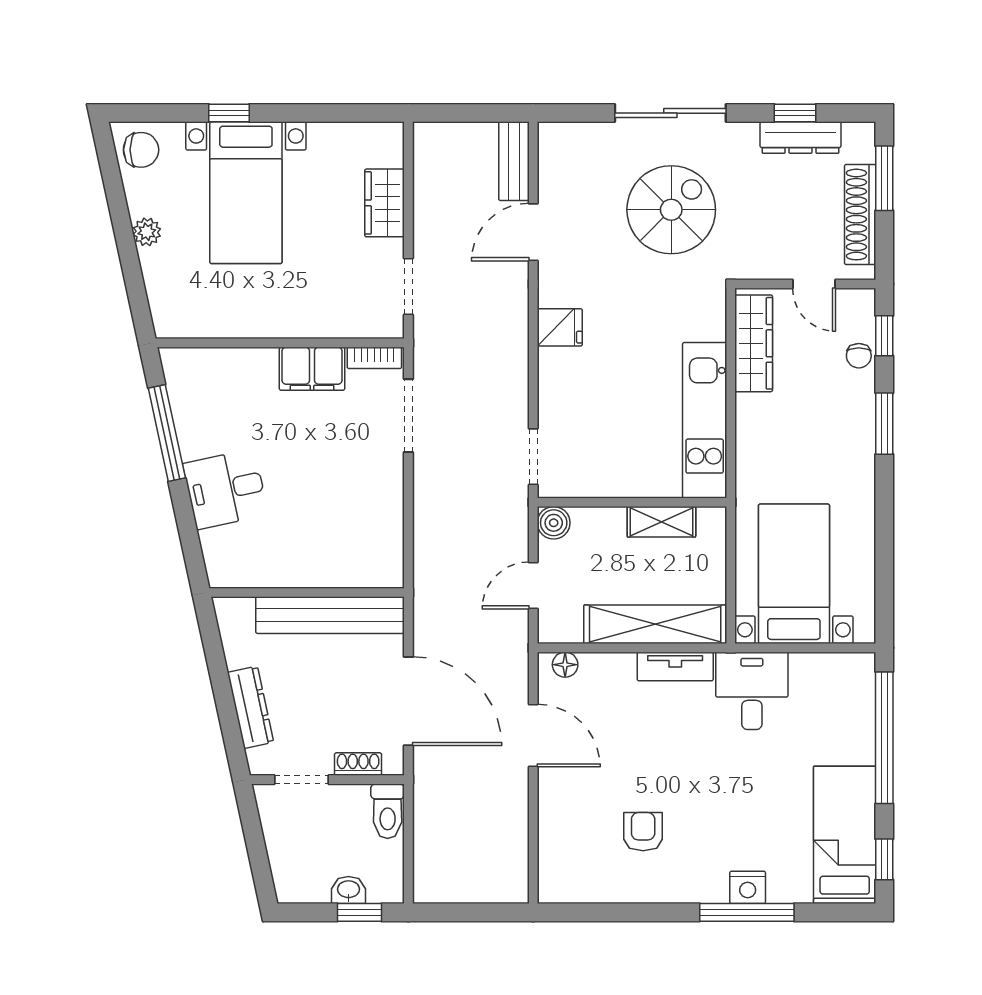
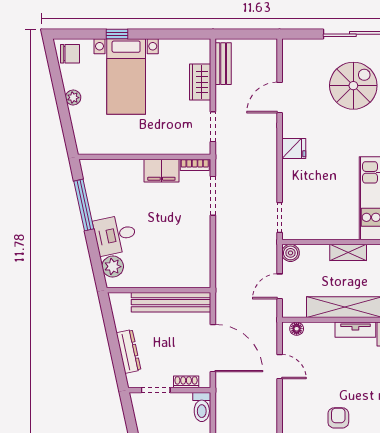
bench: (514, 161) -> (223, 64), moved
plant: (221, 548) -> (113, 266), added
door: (533, 736) -> (280, 367), width x0.73

